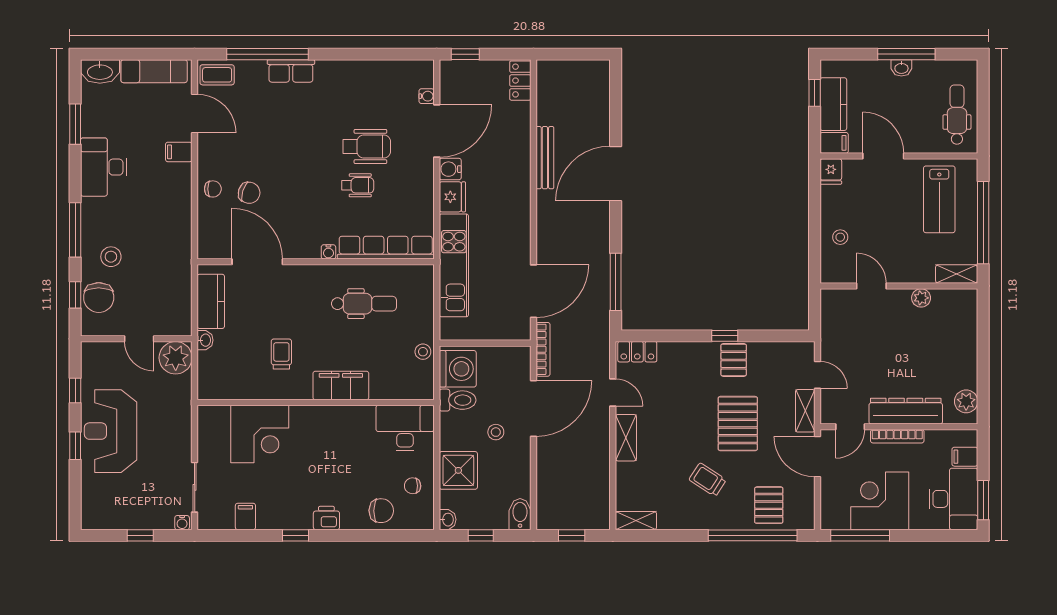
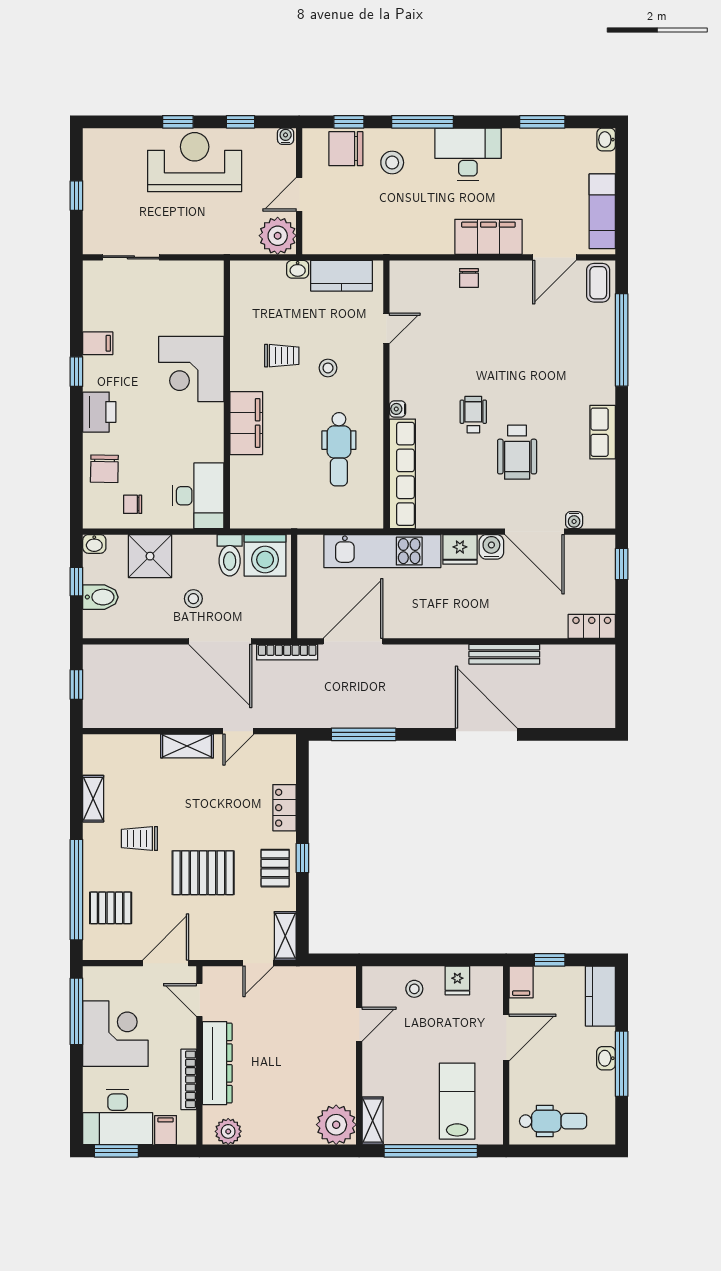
washbasin: (100, 71) -> (606, 140), width x0.52, depth x0.69
row of seats: (291, 71) -> (603, 432), moved
window: (815, 93) -> (550, 960), moved
kitchen counter: (833, 104) -> (600, 996), moved, turned 90
filing cabinet: (179, 152) -> (488, 237), width x3.00, depth x1.17
desk: (104, 167) -> (468, 154), moved
fridge: (831, 171) -> (457, 981), moved, turned -90
wheelchair: (358, 185) -> (473, 415), moved, turned 180
chair: (249, 193) -> (465, 319), removed
lab bench: (939, 199) -> (457, 1101), turned 90
door: (257, 262) -> (386, 328), width x0.53
door: (534, 291) -> (353, 641), swing flipped
plant: (921, 298) -> (336, 1125), moved, width x1.88, depth x1.88
stool: (423, 352) -> (328, 368), moved
locker: (637, 352) -> (284, 808), moved
pallet: (734, 360) -> (275, 868), turned 90
shelving: (805, 411) -> (285, 936), moved, turned 90
corner desk: (260, 434) -> (191, 369), moved
bookcase: (897, 436) -> (189, 1079), moved
trolley: (708, 480) -> (139, 838), turned -123
chair: (413, 486) -> (133, 504), turned -89
bidet: (520, 514) -> (100, 597), moved
filing cabinet: (245, 516) -> (98, 343), moved
printer: (326, 518) -> (99, 412), width x1.36, depth x1.24
shelving: (636, 521) -> (93, 799), moved
water cooler: (182, 523) -> (286, 136), moved, turned 90

